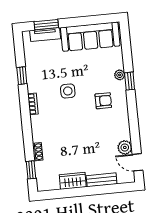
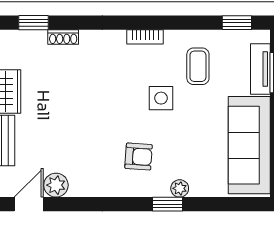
coffee table: (47, 71) -> (198, 66), added
window: (22, 76) -> (237, 23), moved
armchair: (103, 101) -> (139, 157), turned -86

